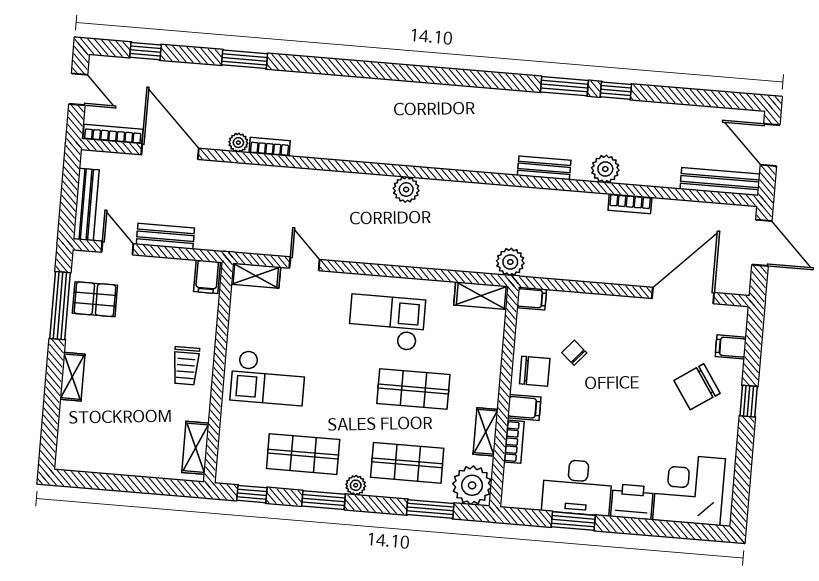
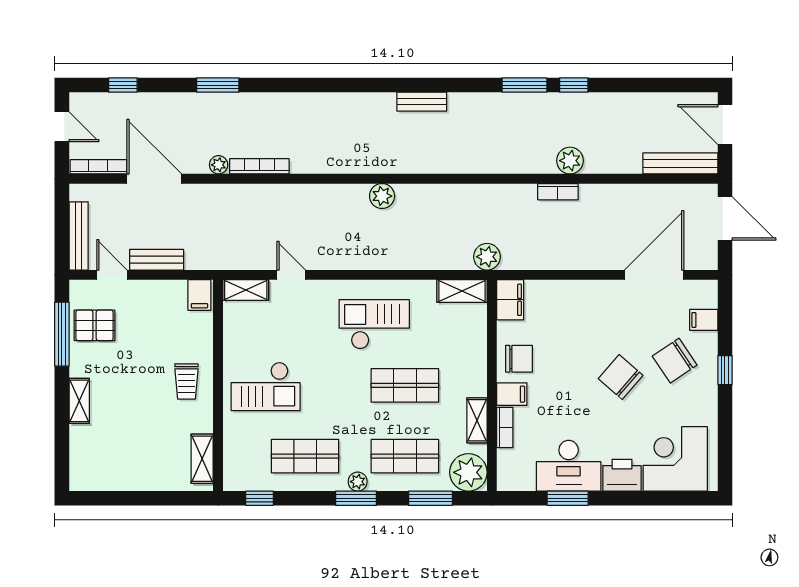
bookcase: (270, 147) -> (259, 166), width x1.56
bench: (544, 168) -> (422, 102), moved
bookcase: (630, 204) -> (558, 192), moved
filing cabinet: (532, 298) -> (510, 300), width x2.00
chair: (574, 353) -> (621, 377), moved, width x1.87, depth x1.87
window: (324, 500) -> (356, 498), moved

